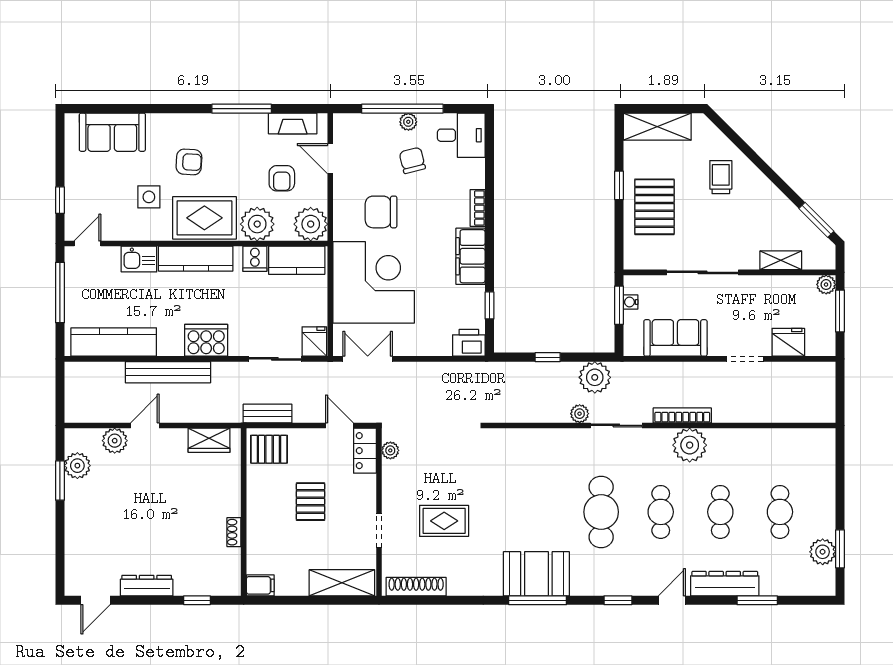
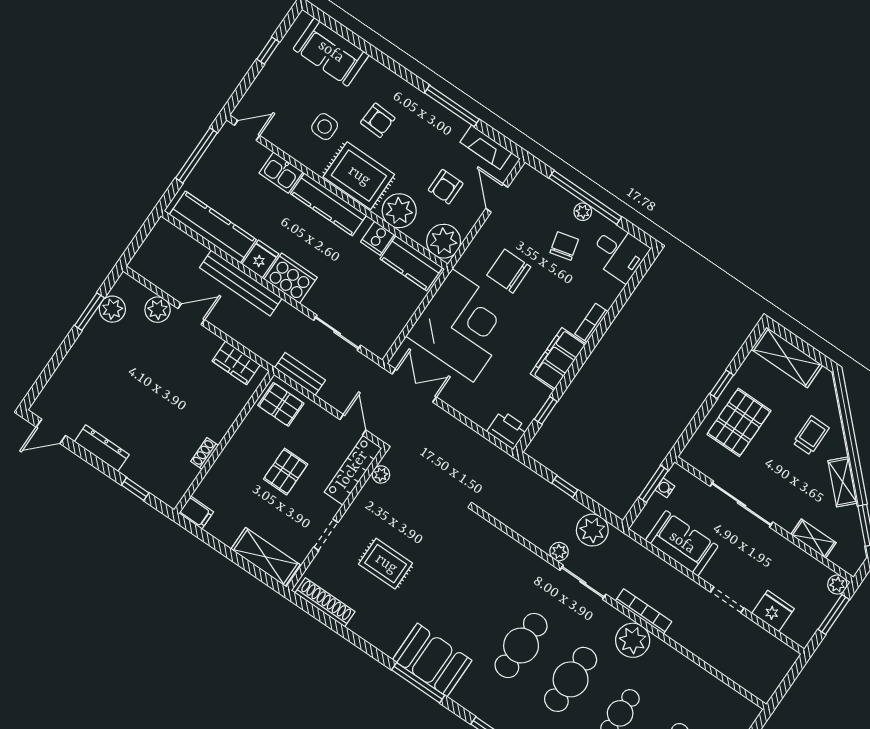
shelving: (773, 197) -> (843, 482), added
window: (60, 200) -> (268, 51), moved
fridge: (314, 342) -> (260, 259), moved
locker: (365, 451) -> (353, 470), width x1.53
cafe table: (661, 512) -> (571, 679), width x1.37, depth x1.35

